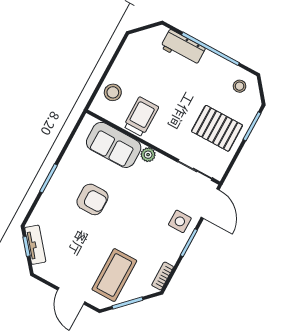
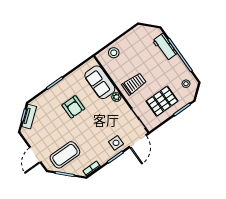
trolley: (141, 117) -> (134, 84), moved
pallet: (217, 128) -> (162, 101), turned 90

